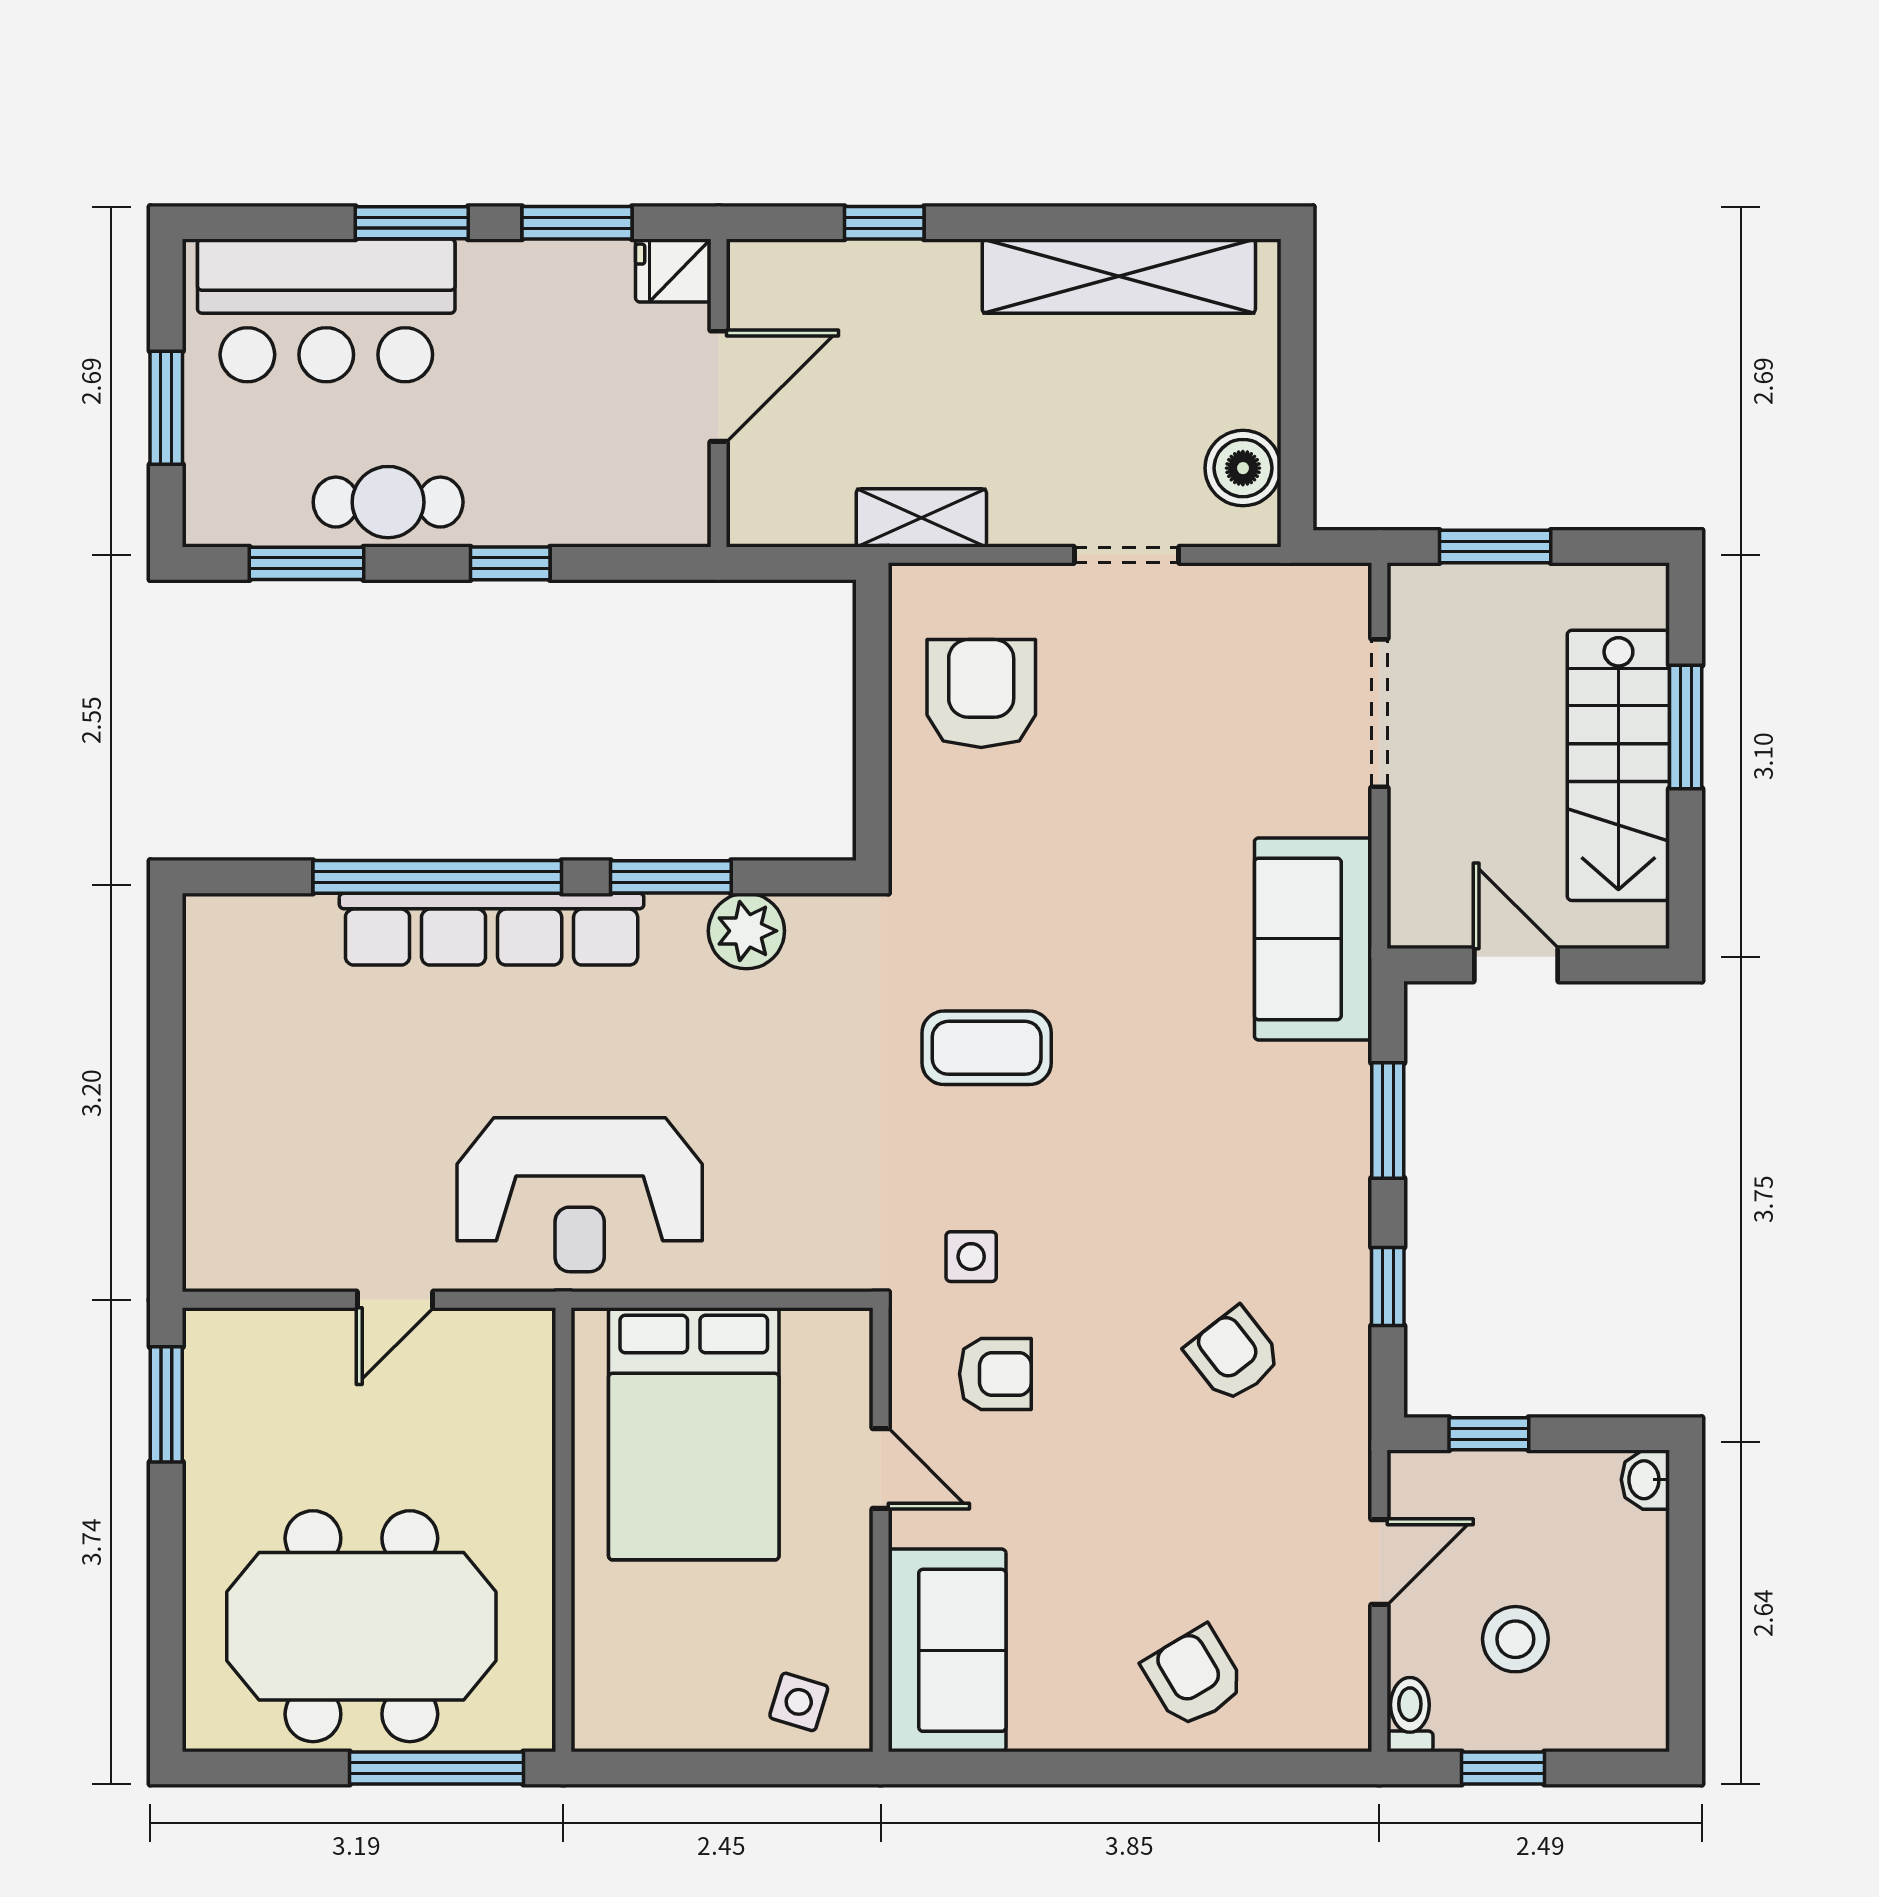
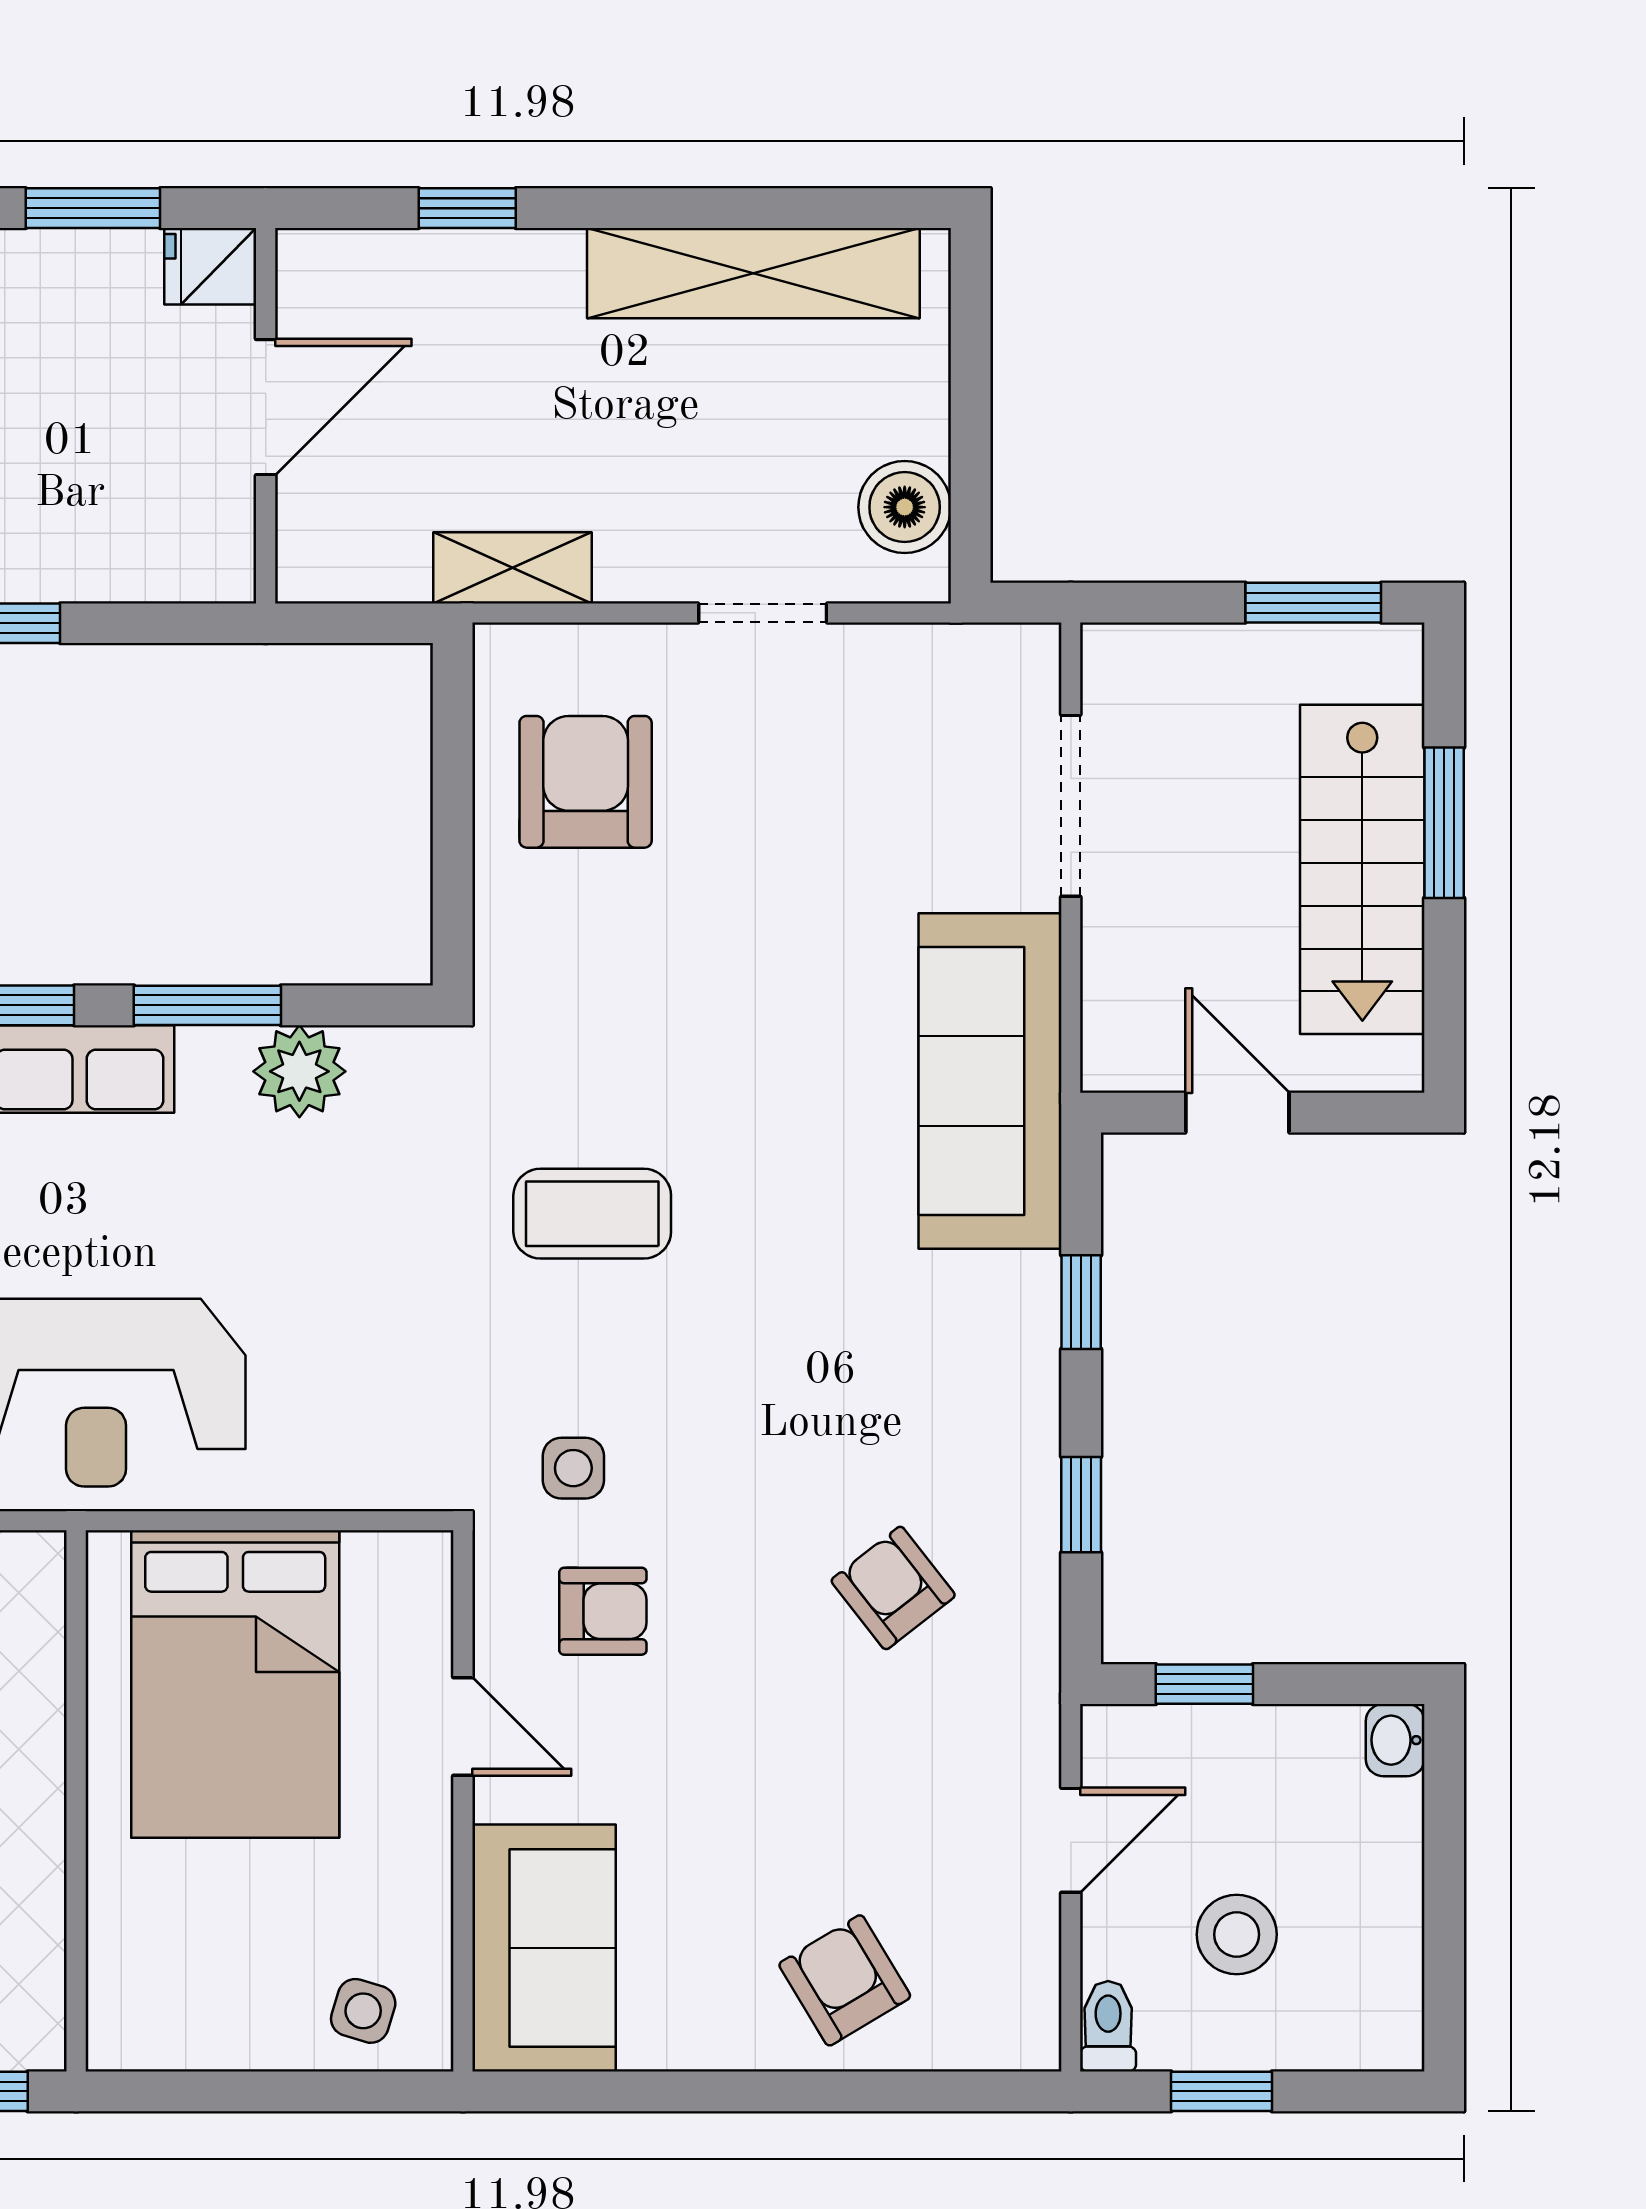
window: (1495, 547) -> (1313, 603), moved
sofa: (1313, 939) -> (990, 1081), width x1.36
window: (1388, 1120) -> (1081, 1302), width x0.67

